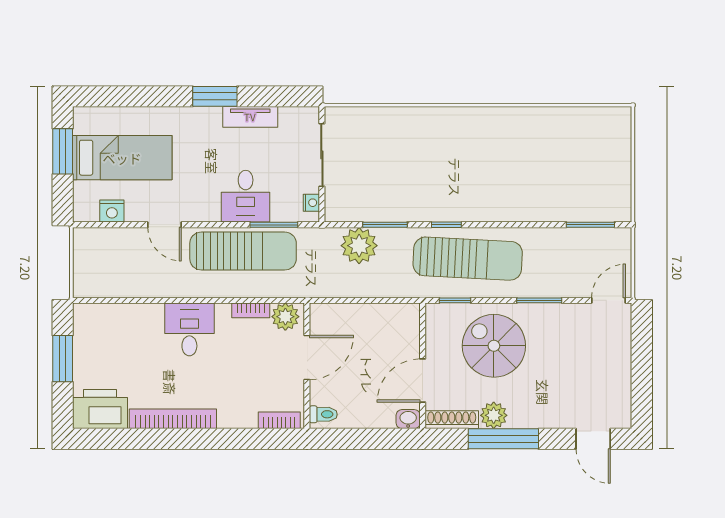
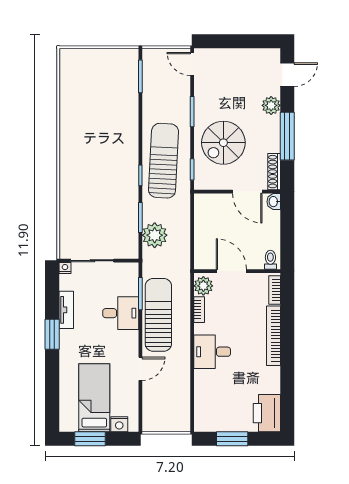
nightstand: (311, 203) -> (65, 268), moved
nightstand: (112, 211) -> (119, 424), moved, turned 90
plant: (494, 415) -> (271, 105), moved
bookcase: (173, 419) -> (274, 336), moved

